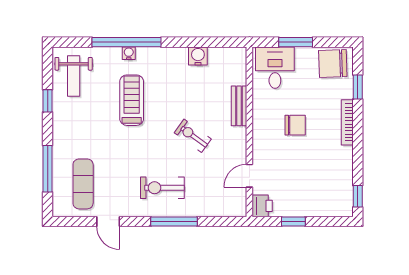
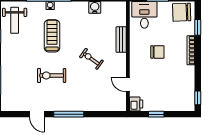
door: (249, 176) -> (128, 85), hinge flipped
exercise mat: (83, 184) -> (21, 90), removed
exercise bike: (162, 188) -> (52, 75), moved
window: (174, 222) -> (69, 114), moved

